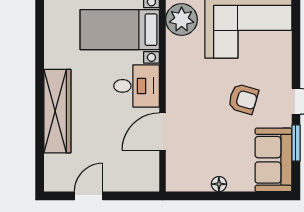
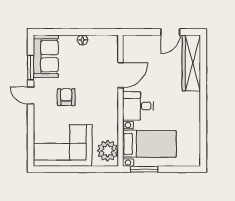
armchair: (243, 99) -> (66, 97), turned 74
wardrobe: (57, 111) -> (191, 63), moved

